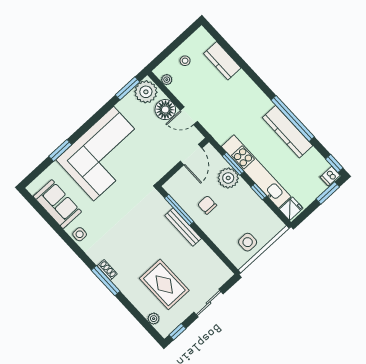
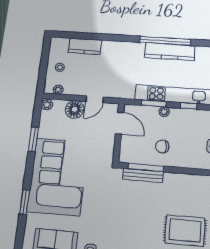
window: (127, 88) -> (33, 139), moved
plant: (146, 92) -> (47, 105), width x0.53, depth x0.53
plant: (228, 178) -> (164, 112), width x0.53, depth x0.53
bench: (183, 227) -> (143, 175), moved

